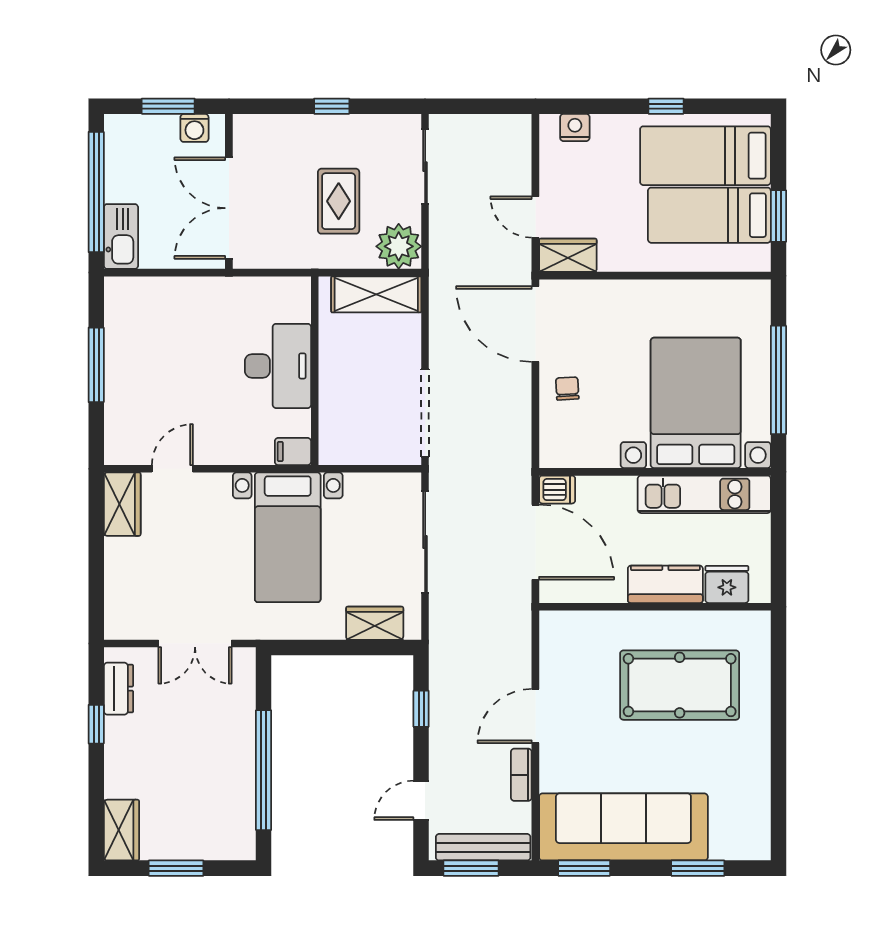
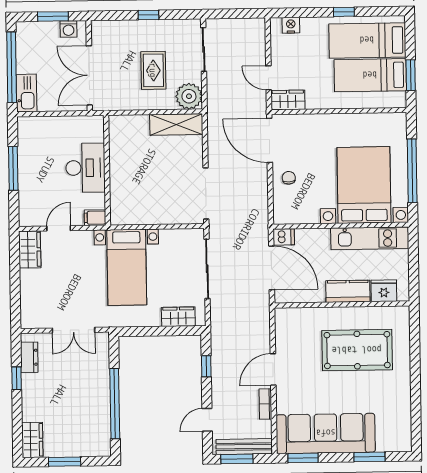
desk: (278, 366) -> (85, 168), moved
wall: (315, 371) -> (107, 170), moved
filing cabinet: (293, 451) -> (95, 218), moved

